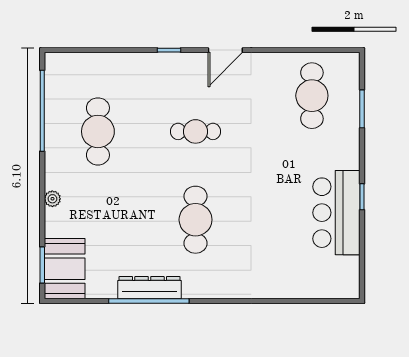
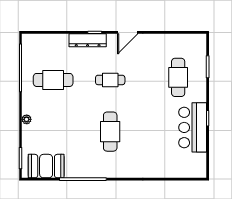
cafe table: (312, 96) -> (178, 77), moved
cafe table: (98, 131) -> (53, 80), turned 90
booth: (65, 269) -> (46, 166), moved, turned 90
dresser: (150, 288) -> (88, 40), moved, turned 180

